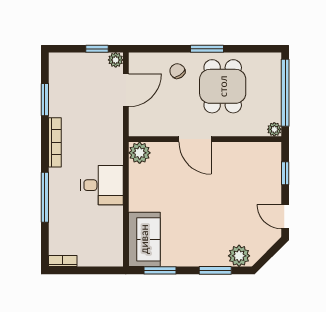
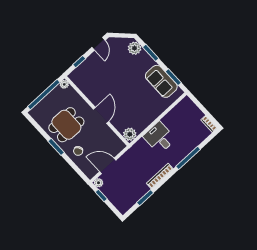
sofa: (144, 239) -> (161, 81), moved, turned -90

